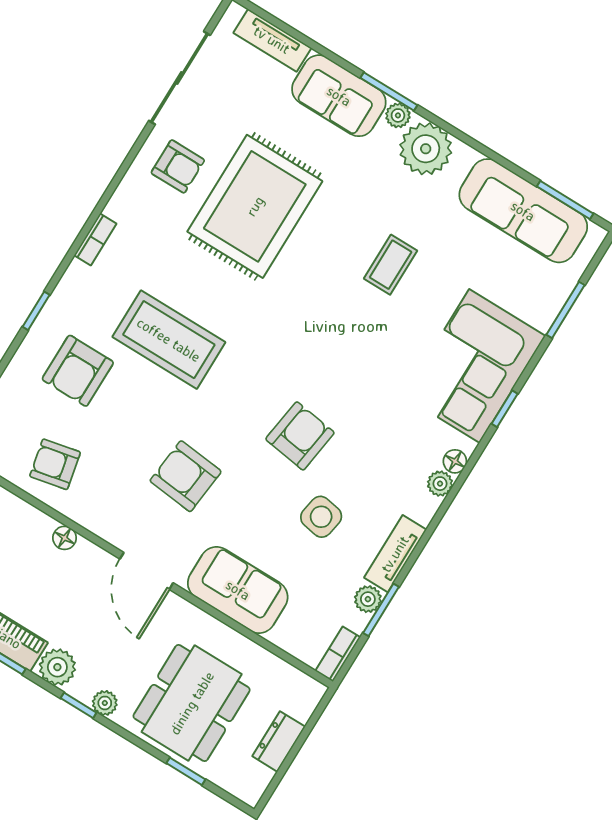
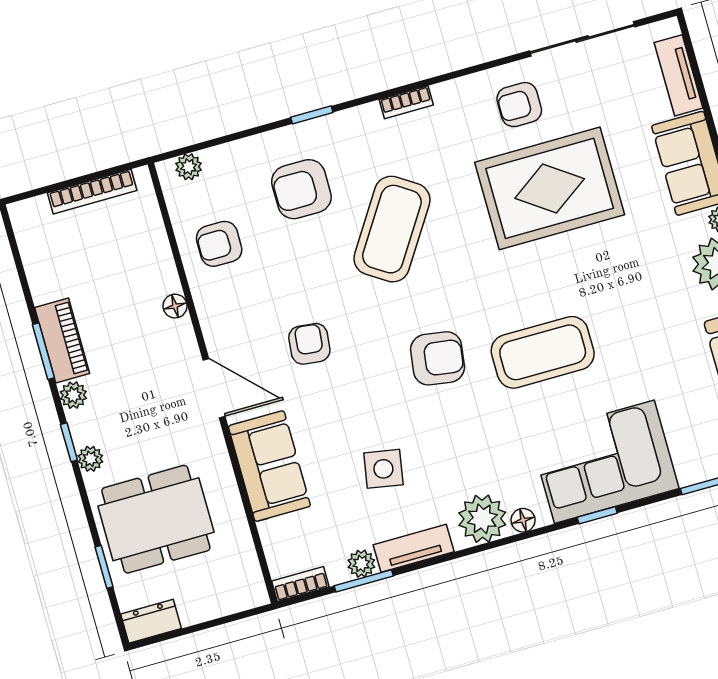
armchair: (178, 166) -> (519, 105), turned 90
coffee table: (391, 265) -> (543, 352), moved, width x1.86, depth x1.72
coffee table: (169, 340) -> (392, 229), turned 33
armchair: (300, 436) -> (438, 358), moved
armchair: (55, 464) -> (219, 244), turned -78
armchair: (186, 476) -> (309, 344), width x0.72, depth x0.72
plant: (440, 484) -> (482, 519), width x1.87, depth x1.87
door: (147, 571) -> (214, 388), swing flipped
plant: (57, 667) -> (73, 395), width x0.73, depth x0.73
dresser: (279, 741) -> (151, 621), moved

